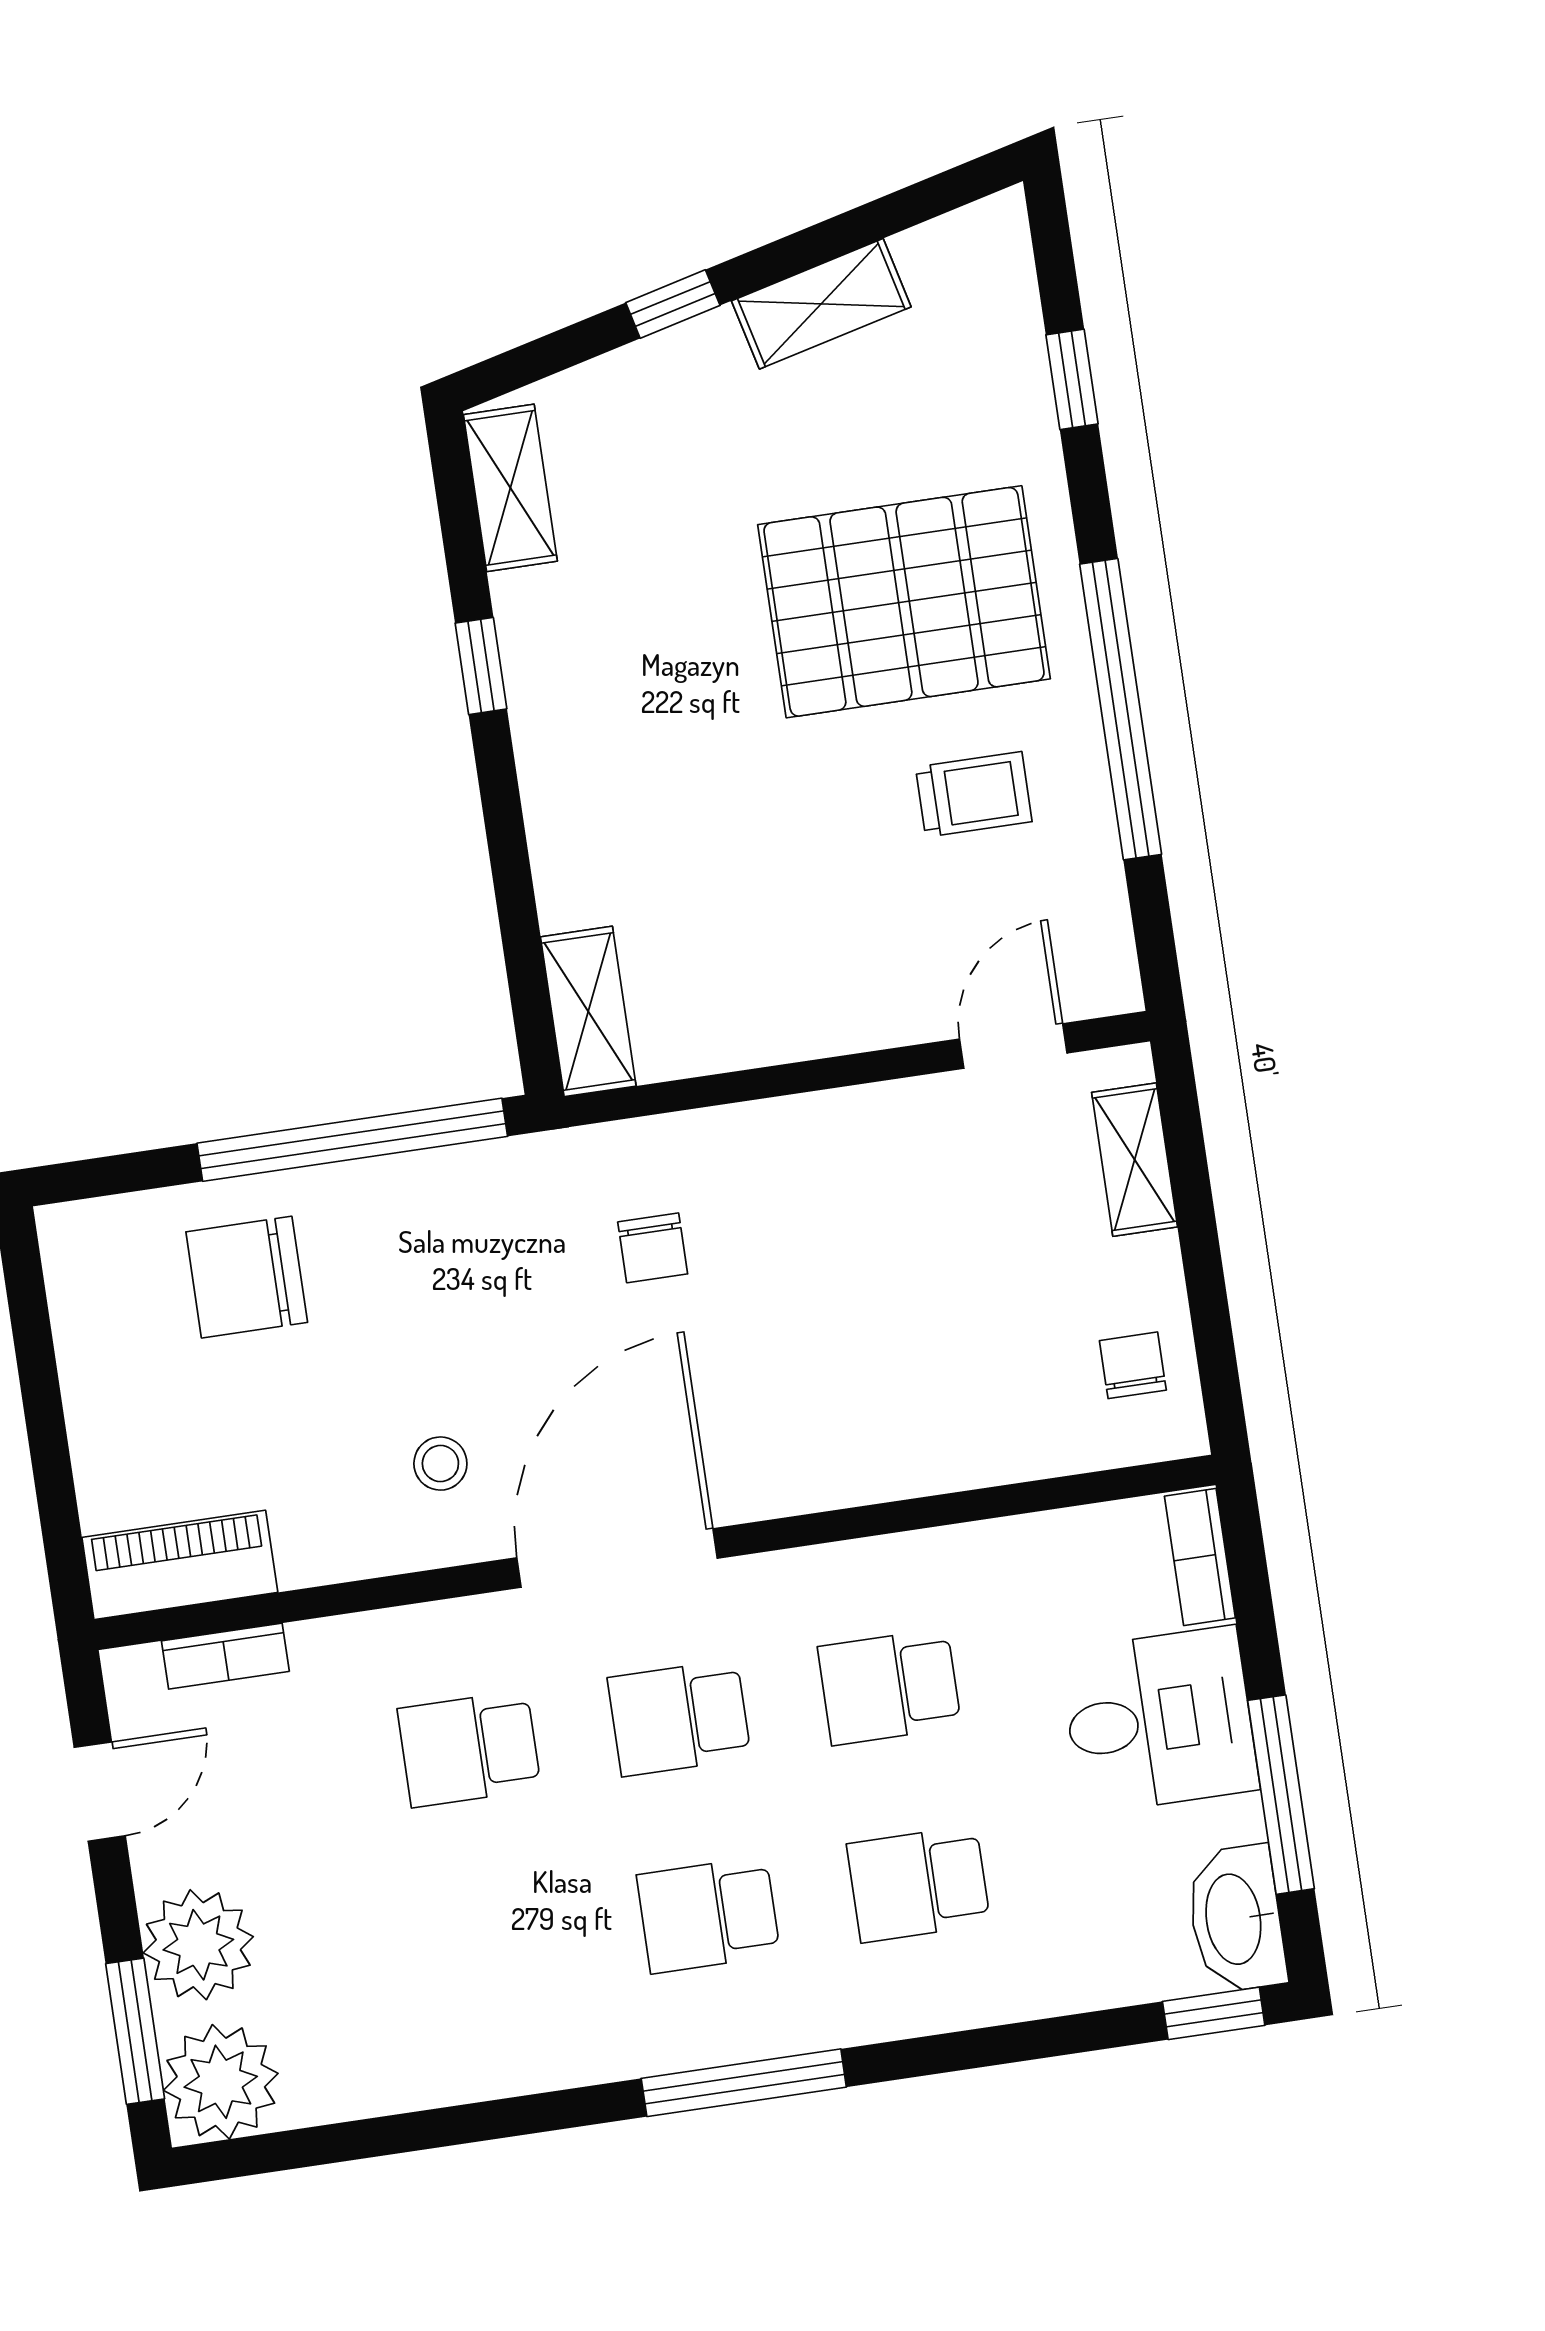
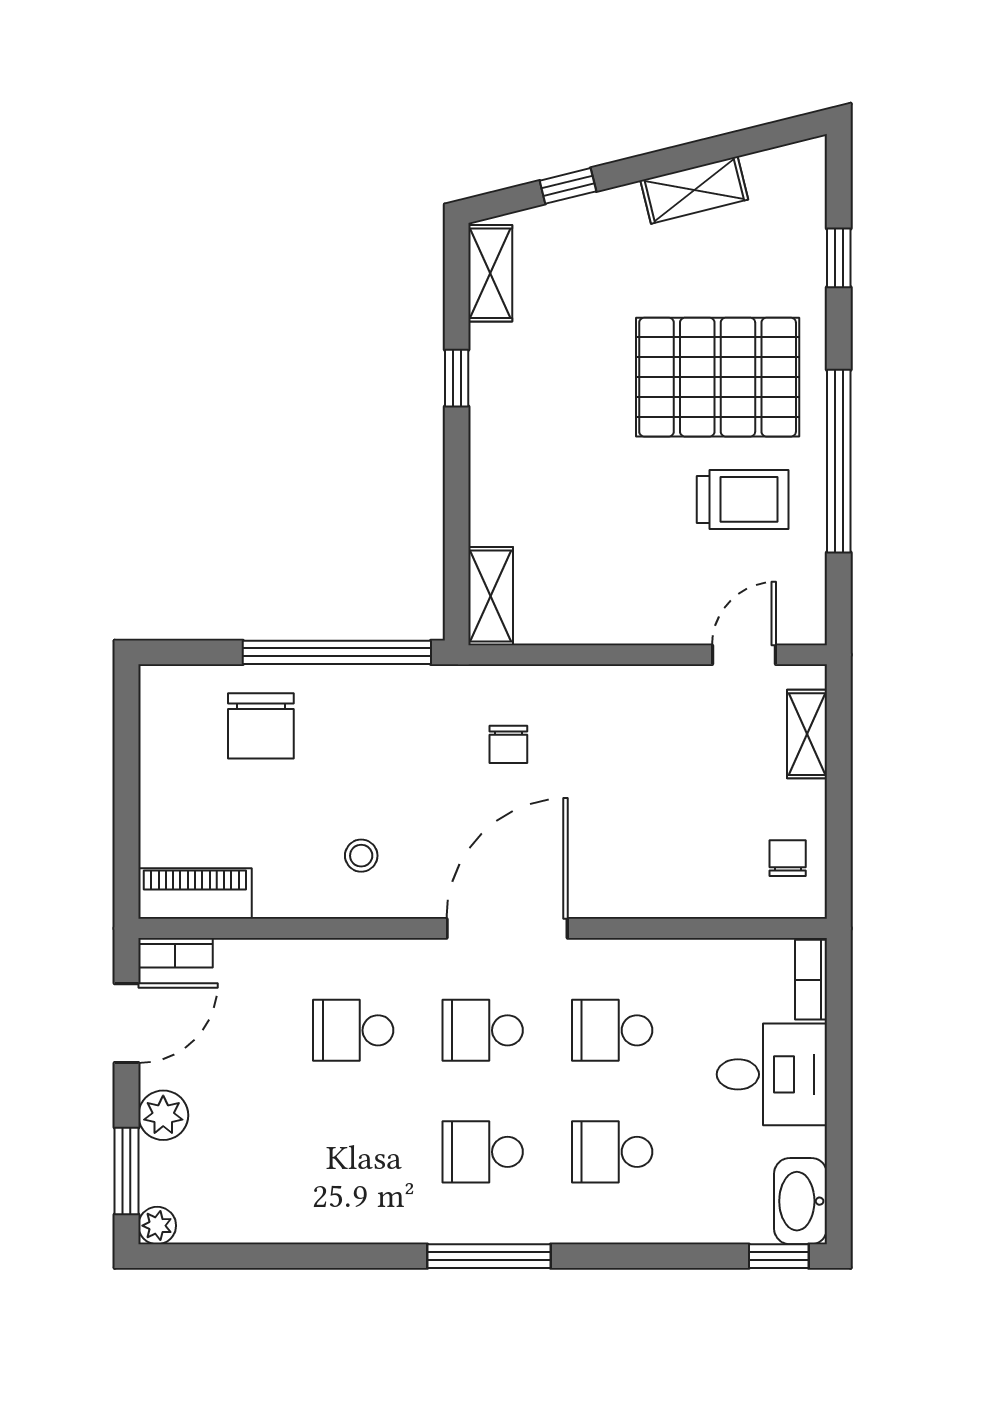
window: (673, 304) -> (568, 186), moved
trolley: (974, 794) -> (743, 499), width x1.36, depth x1.39
chair: (247, 1277) -> (261, 726), turned -90
door: (617, 1558) -> (507, 928), moved
bookcase: (225, 1656) -> (175, 953), moved
door: (100, 1792) -> (126, 1023), width x1.38
window: (1281, 1795) -> (839, 1130), removed
plant: (198, 1945) -> (163, 1115), width x0.73, depth x0.73
plant: (221, 2082) -> (157, 1226), width x0.53, depth x0.53

